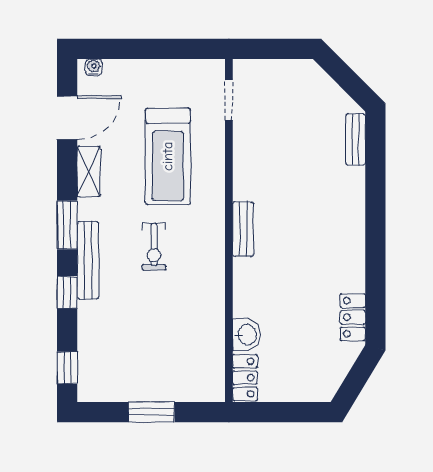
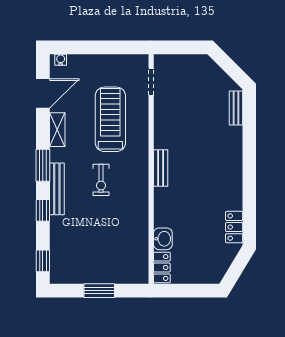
treadmill: (168, 156) -> (110, 119), turned 180

